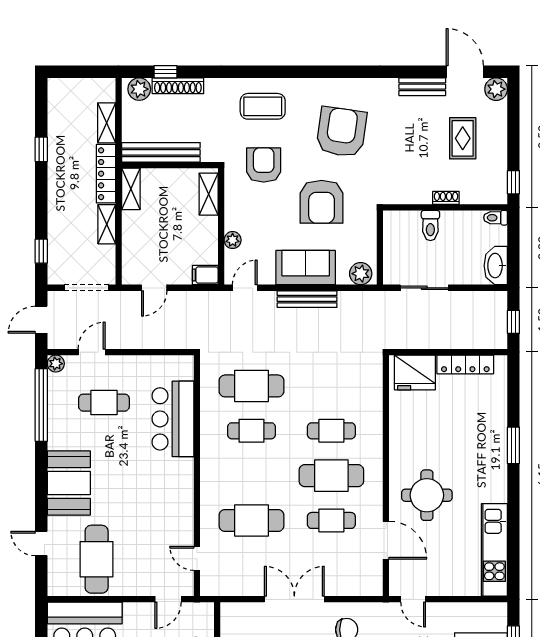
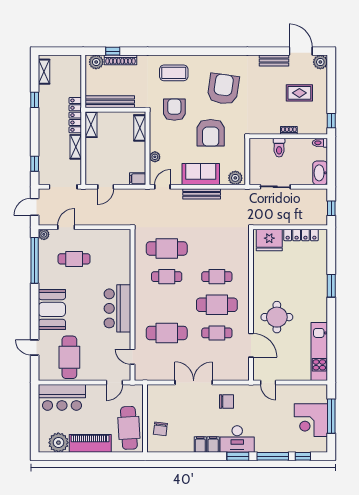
shelving: (107, 123) -> (44, 72), moved
rug: (463, 138) -> (299, 93), turned 90
bar counter: (173, 419) -> (117, 308), moved

